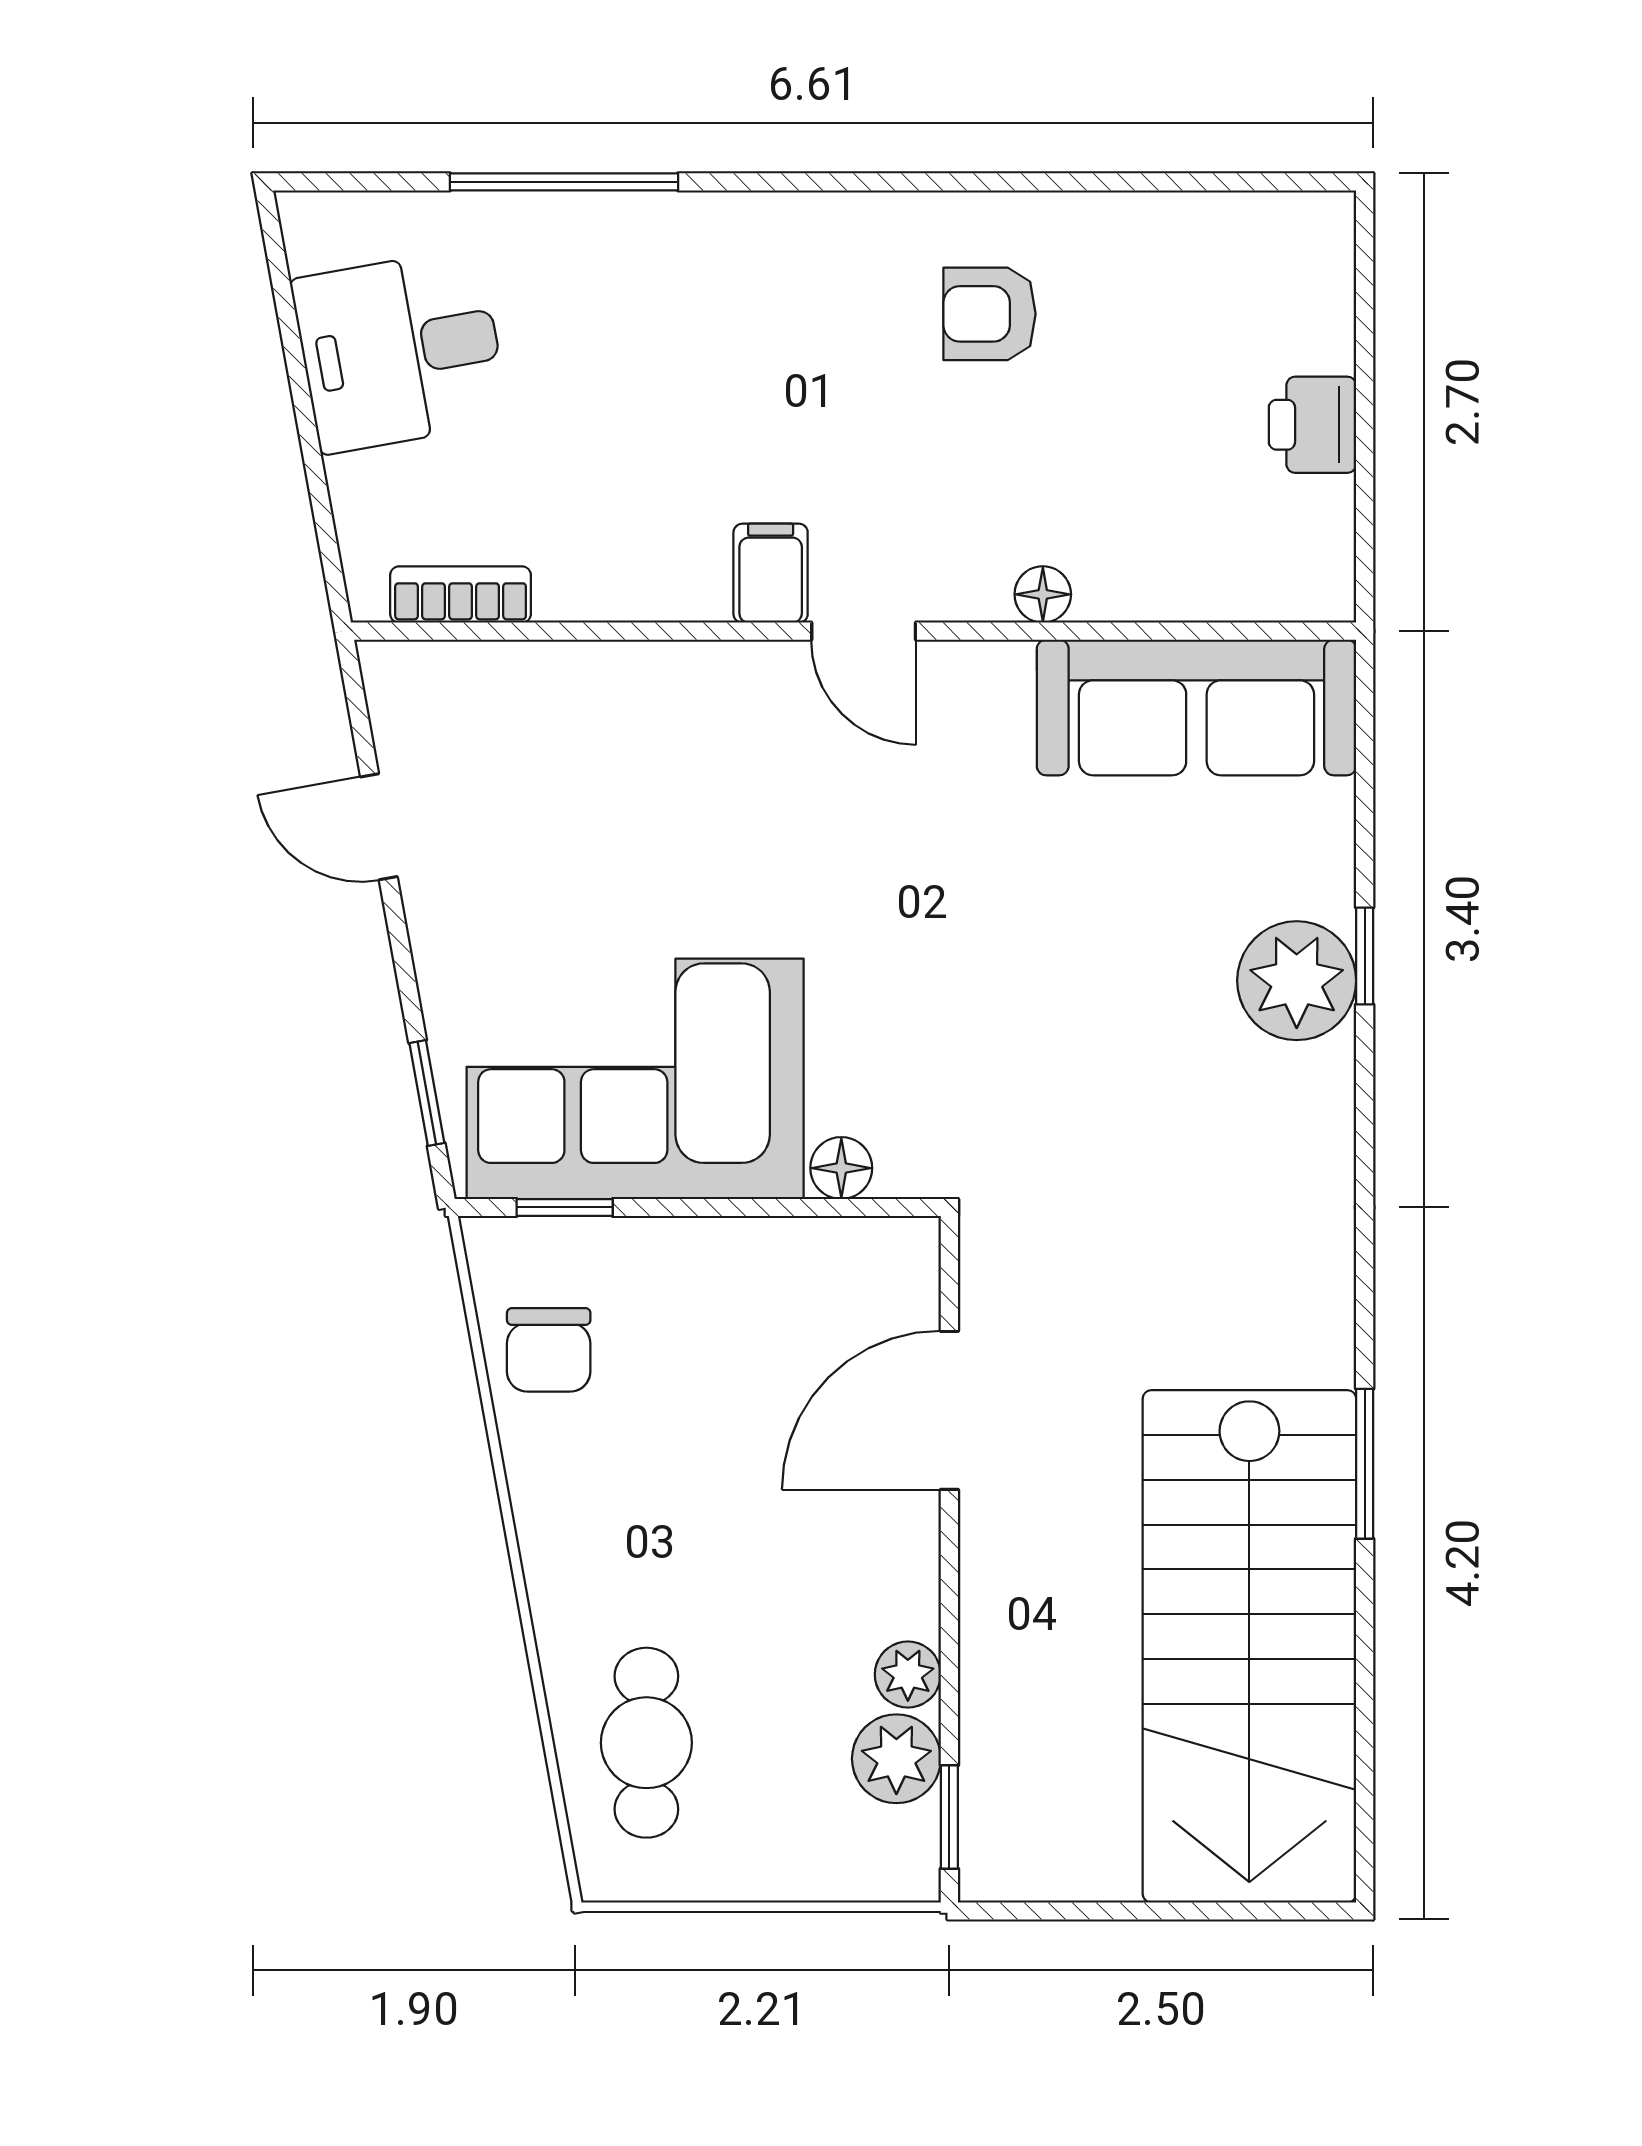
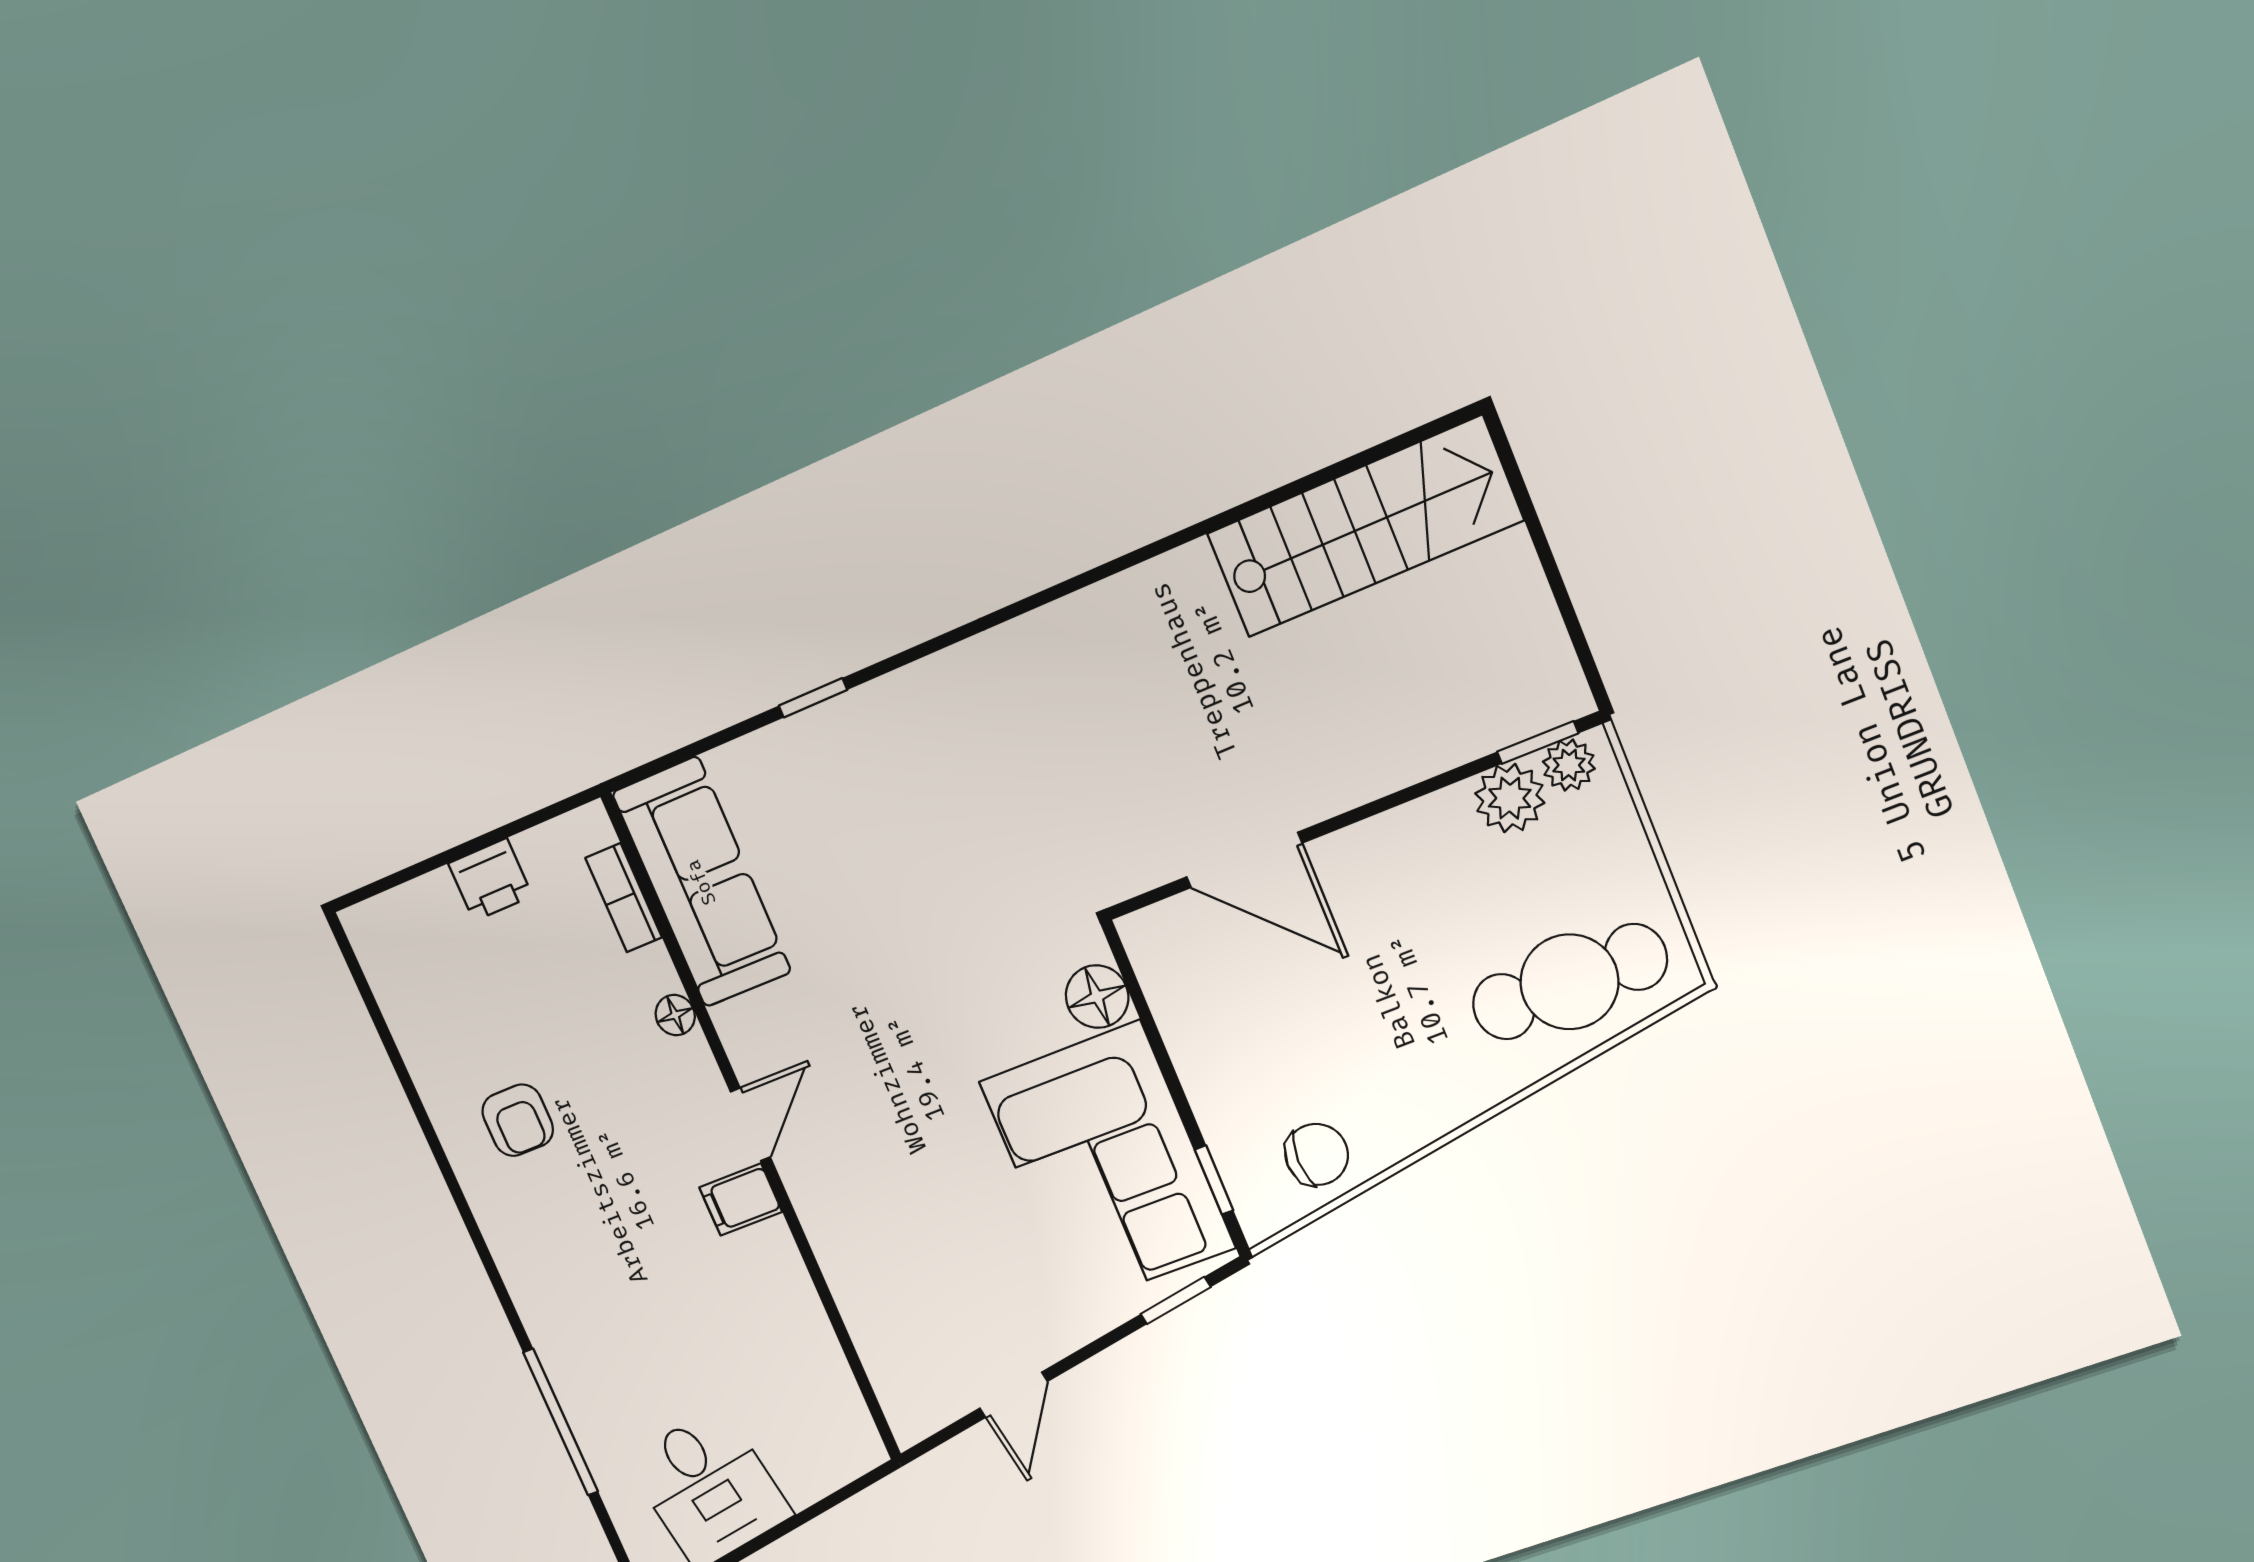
bookcase: (461, 595) -> (624, 898), moved
plant: (1297, 981) -> (849, 738), removed
floor lamp: (841, 1168) -> (1097, 997), width x1.37, depth x1.37
window: (1365, 1464) -> (1160, 547), removed
stairs: (1249, 1646) -> (1364, 527), width x0.73, depth x0.66
plant: (908, 1674) -> (1569, 765), moved
cafe table: (646, 1743) -> (1569, 982), width x1.37, depth x1.35

